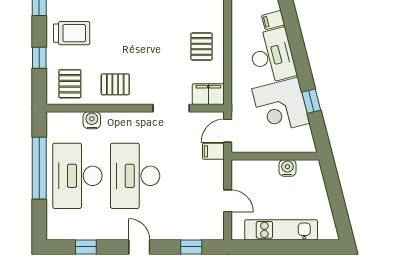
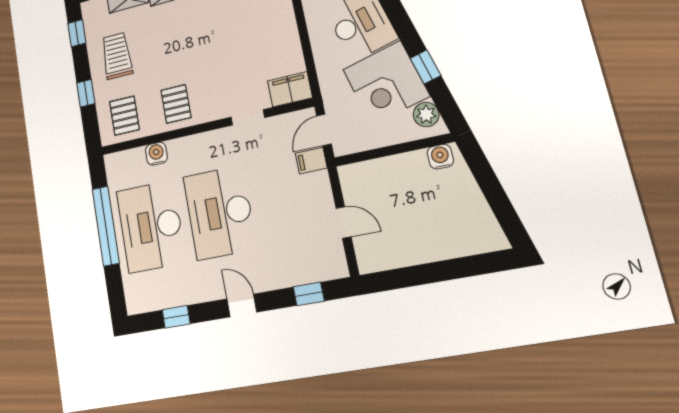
trolley: (72, 33) -> (117, 56), turned -90
pallet: (202, 46) -> (270, 33), removed
pallet: (115, 84) -> (176, 104), turned 90
doorway: (171, 108) -> (248, 117), width x0.73
plant: (304, 136) -> (426, 114), added
water cooler: (287, 168) -> (440, 157), moved
kitchen unit: (281, 230) -> (425, 249), removed

